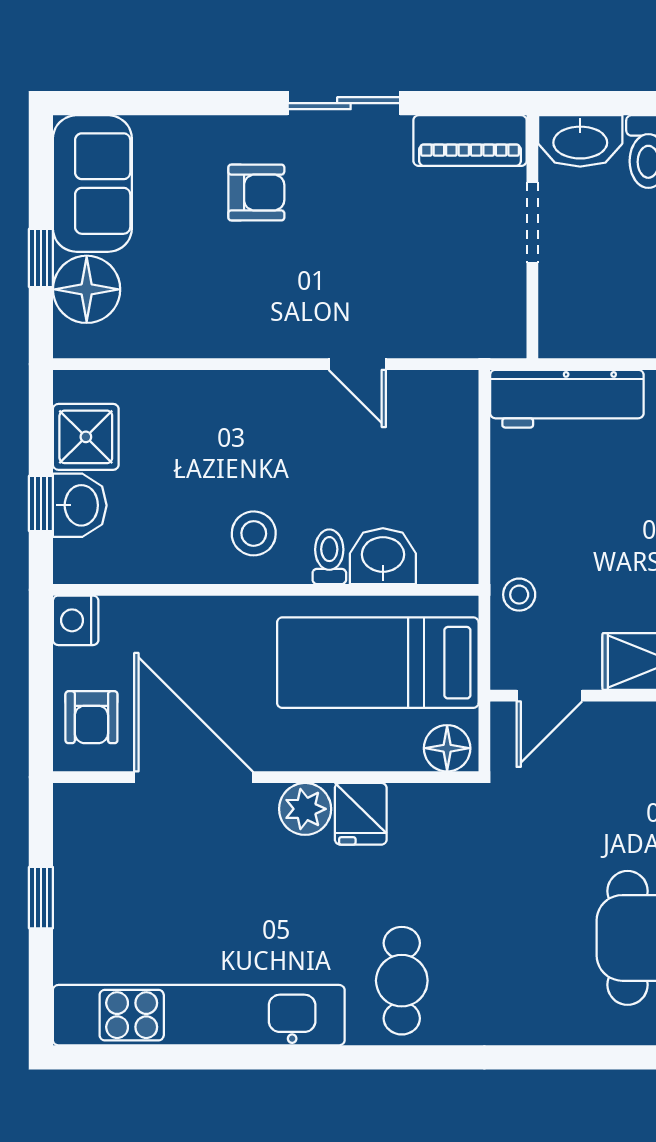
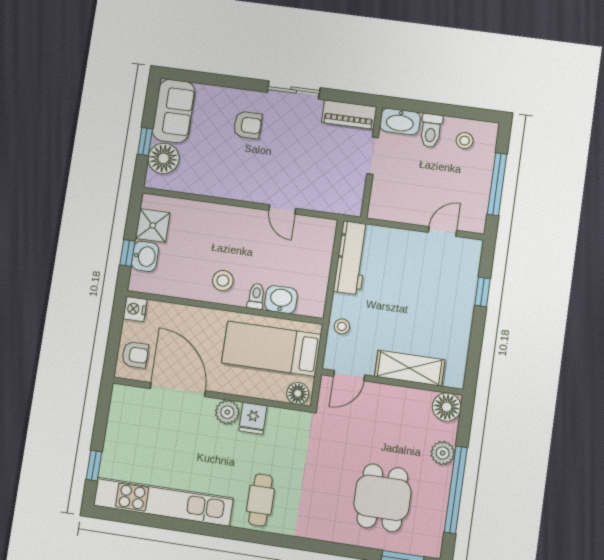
workbench: (567, 399) -> (352, 258), moved, turned -90
armchair: (91, 717) -> (135, 355), turned -90
window: (41, 898) -> (94, 466), moved

